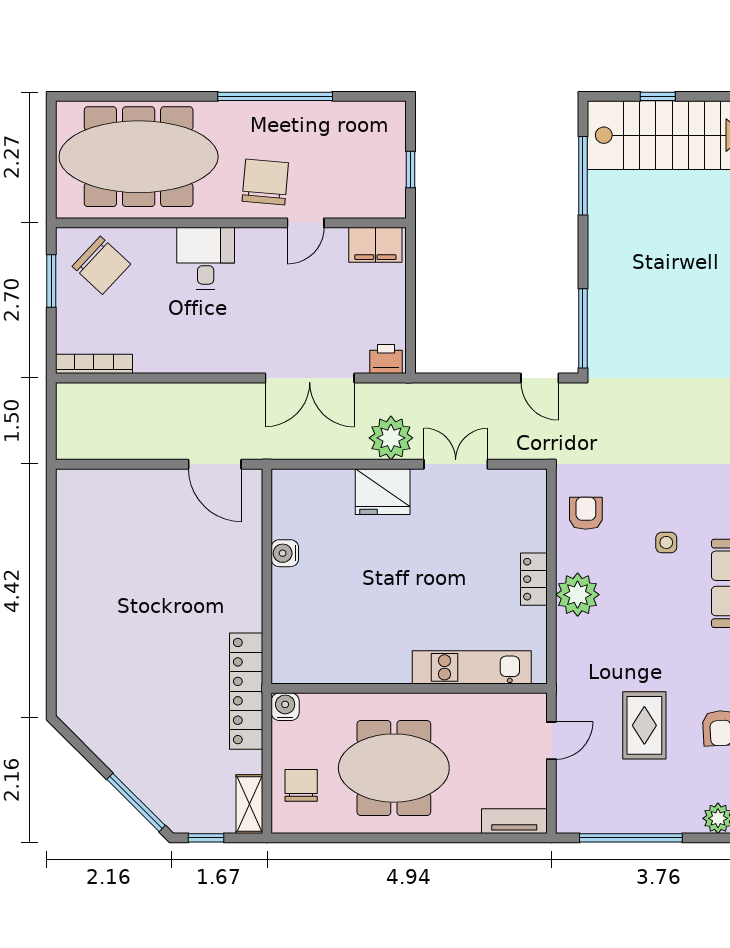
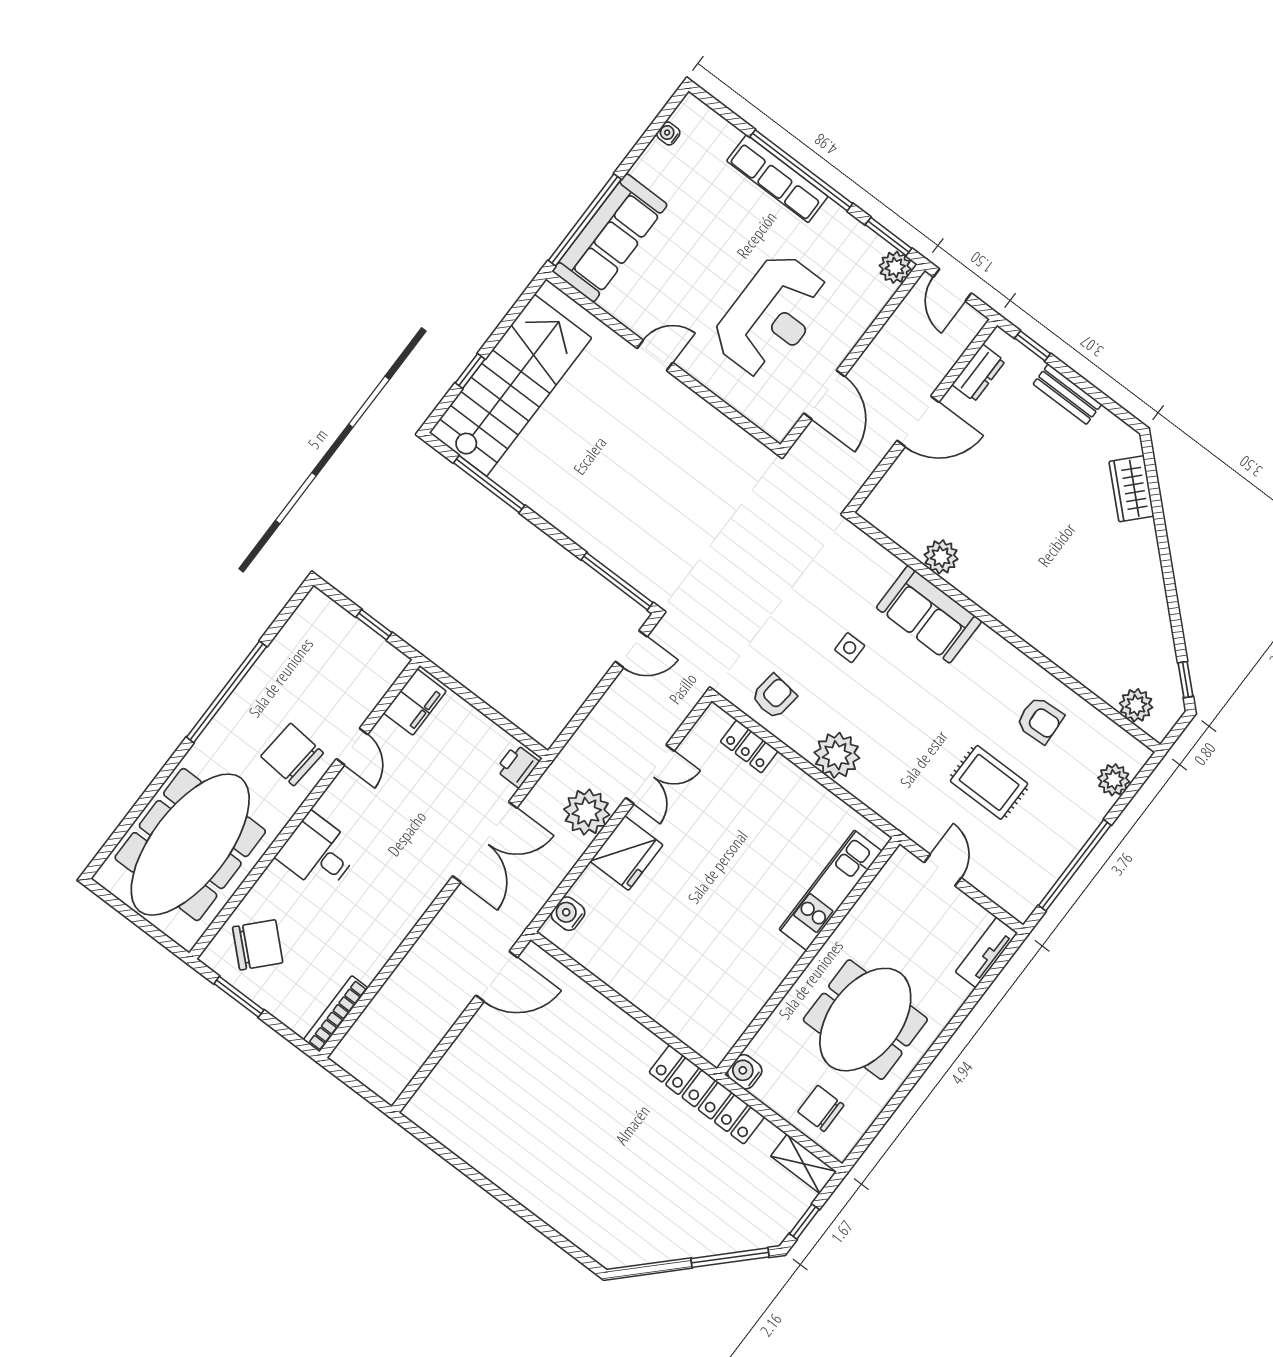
double door: (456, 464) -> (650, 774), swing flipped
armchair: (586, 513) -> (774, 696), turned 97
water cooler: (285, 553) -> (568, 914), moved, turned 90
locker: (534, 579) -> (749, 746), moved

